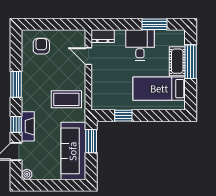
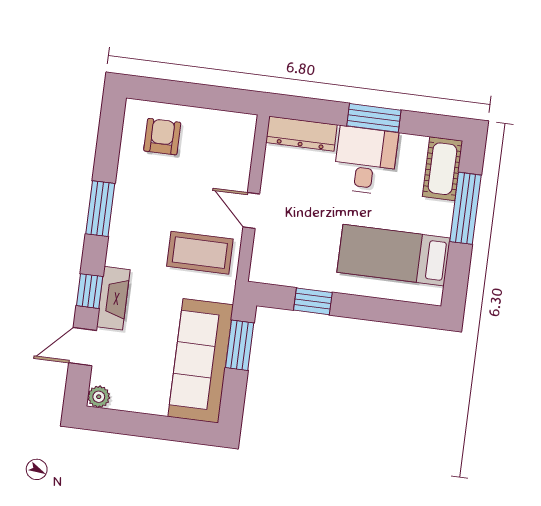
window: (154, 24) -> (374, 118), moved
dresser: (103, 36) -> (301, 134), width x1.44
door: (88, 56) -> (251, 211), moved
cot: (177, 61) -> (442, 169), moved

